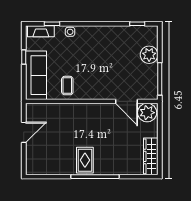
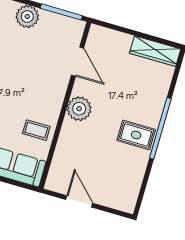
door: (127, 101) -> (78, 62), hinge flipped
plant: (147, 113) -> (79, 109), moved

